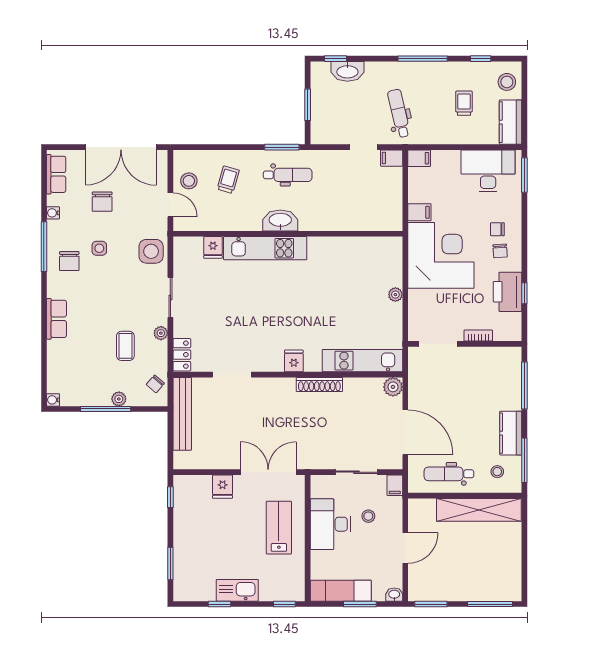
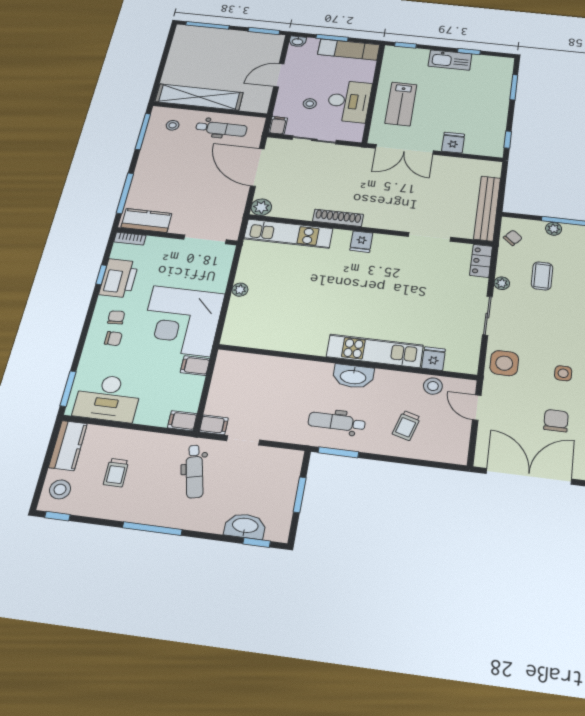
window: (481, 59) -> (57, 516), moved
stool: (189, 181) -> (433, 386), moved
bookcase: (478, 336) -> (130, 239), moved
kitchen counter: (511, 433) -> (146, 220), moved, turned -90

